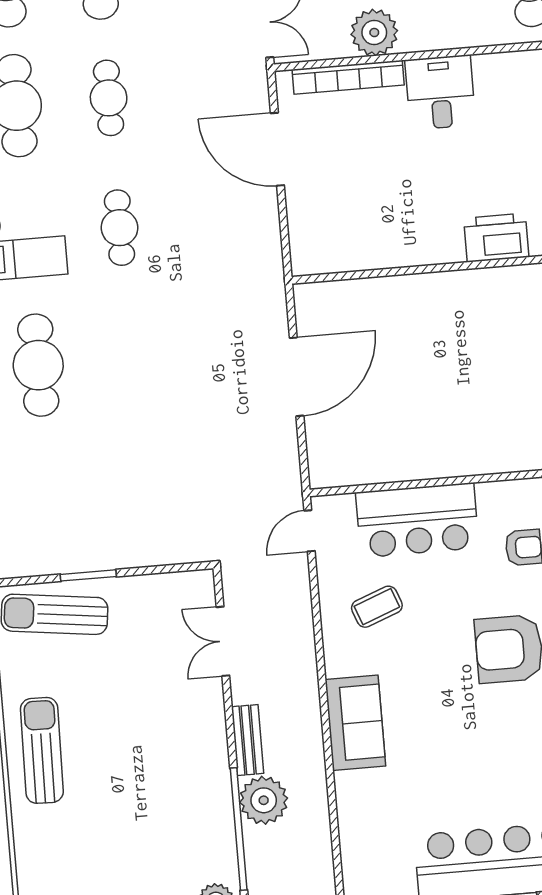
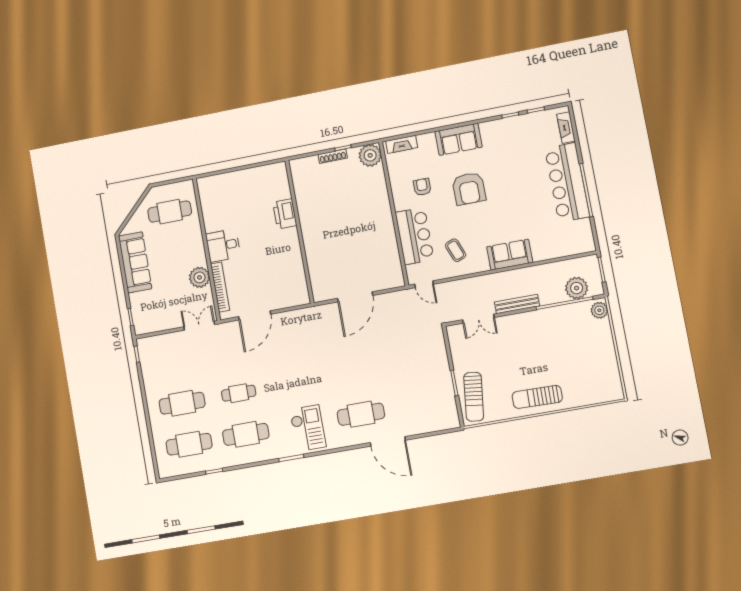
cafe table: (119, 228) -> (296, 383), removed
door: (297, 377) -> (355, 297), swing flipped
bench: (248, 740) -> (517, 304), width x1.36
plant: (264, 800) -> (577, 288), moved

